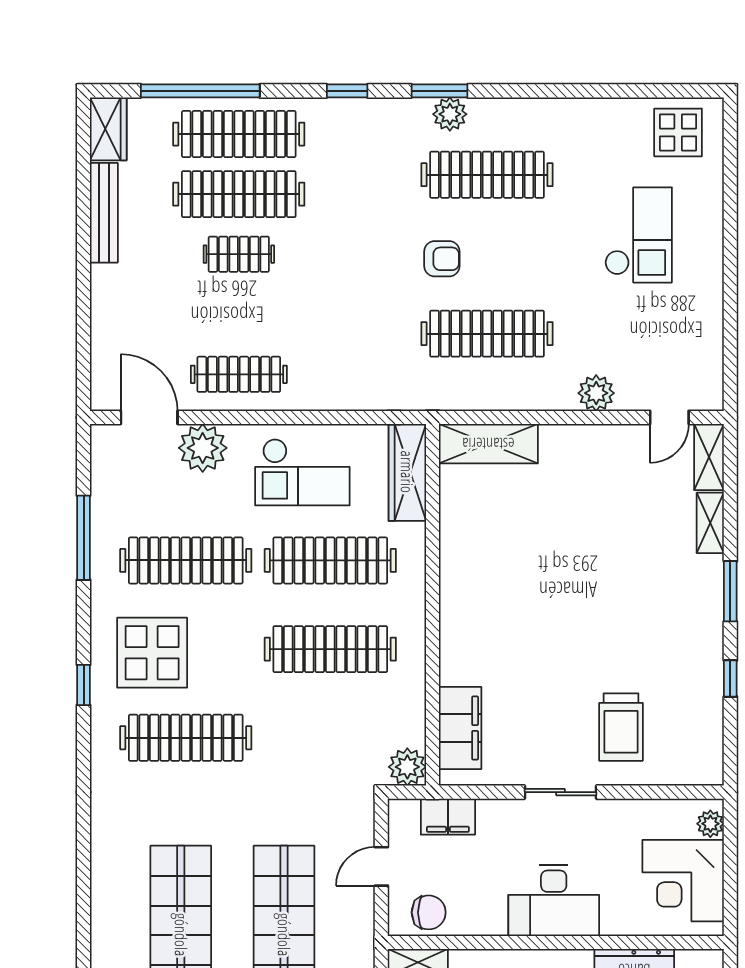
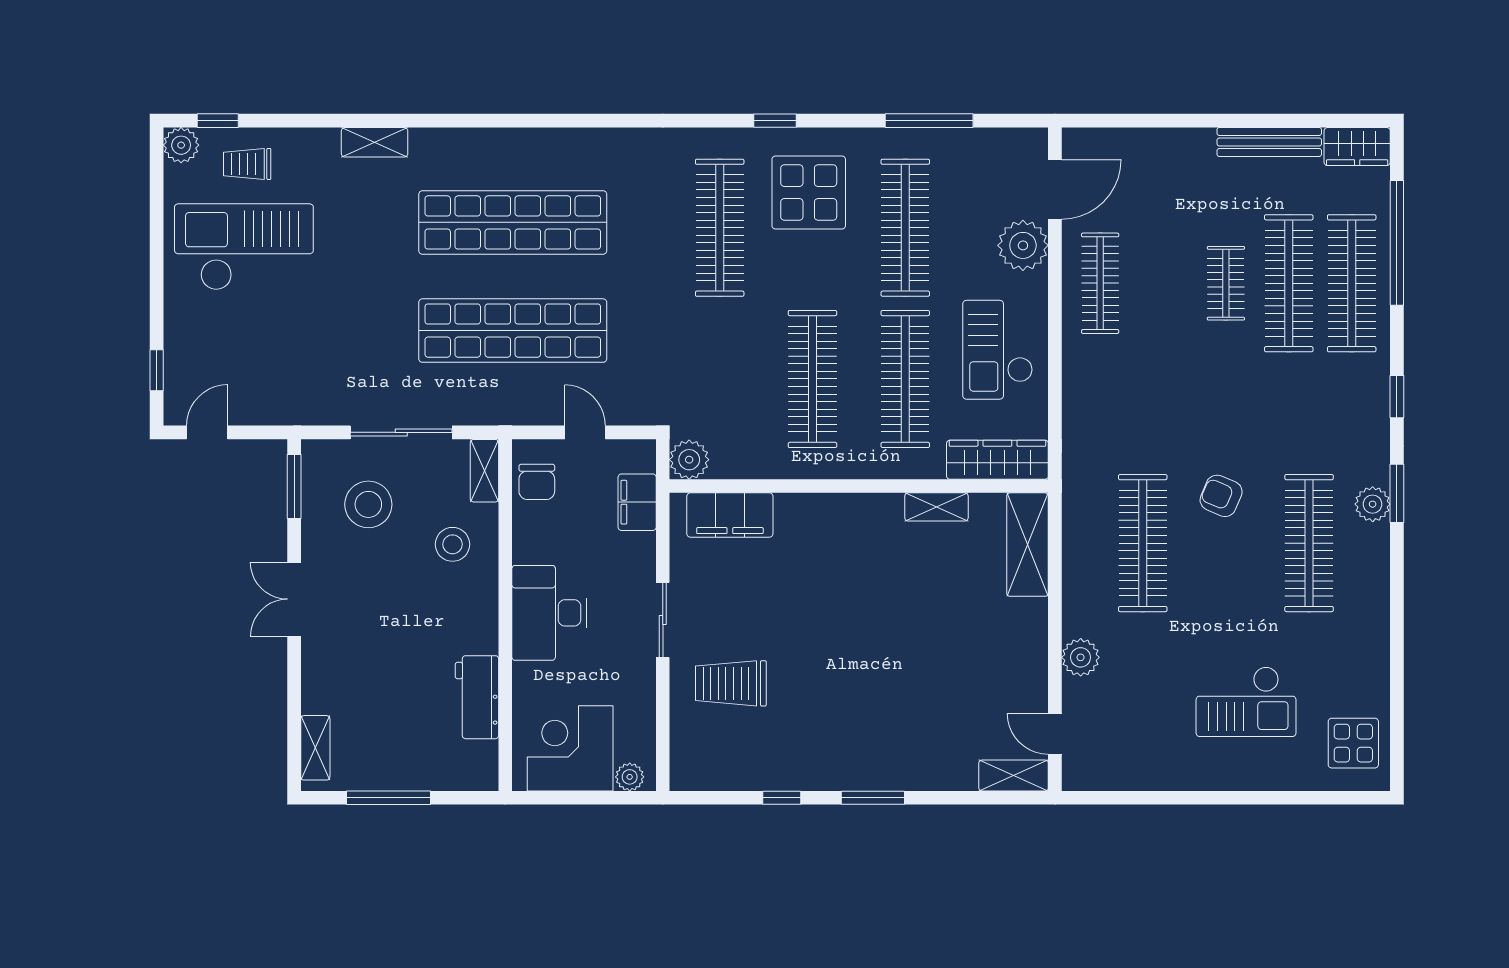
armchair: (442, 259) -> (1221, 496), turned 113
shelving: (710, 523) -> (936, 507), moved

